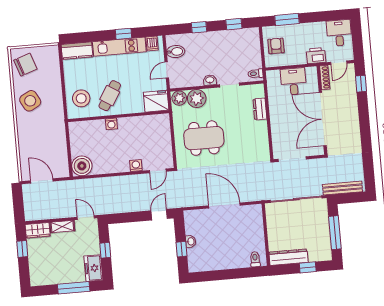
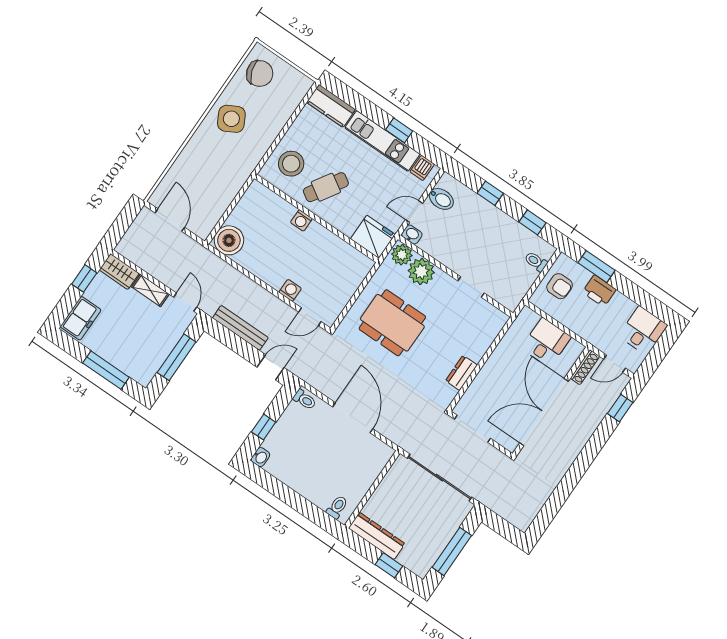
armchair: (276, 46) -> (560, 286), turned 90
printer: (316, 56) -> (599, 291), moved, turned 180
toilet: (255, 74) -> (536, 262), moved
washbasin: (210, 80) -> (412, 234), moved
dresser: (260, 109) -> (461, 373), moved
bench: (342, 188) -> (240, 328), moved
toilet: (191, 217) -> (305, 400), added
washbasin: (191, 241) -> (260, 457), moved
window: (105, 250) -> (177, 357), width x2.17
freezer: (93, 268) -> (81, 318), moved, turned 180

